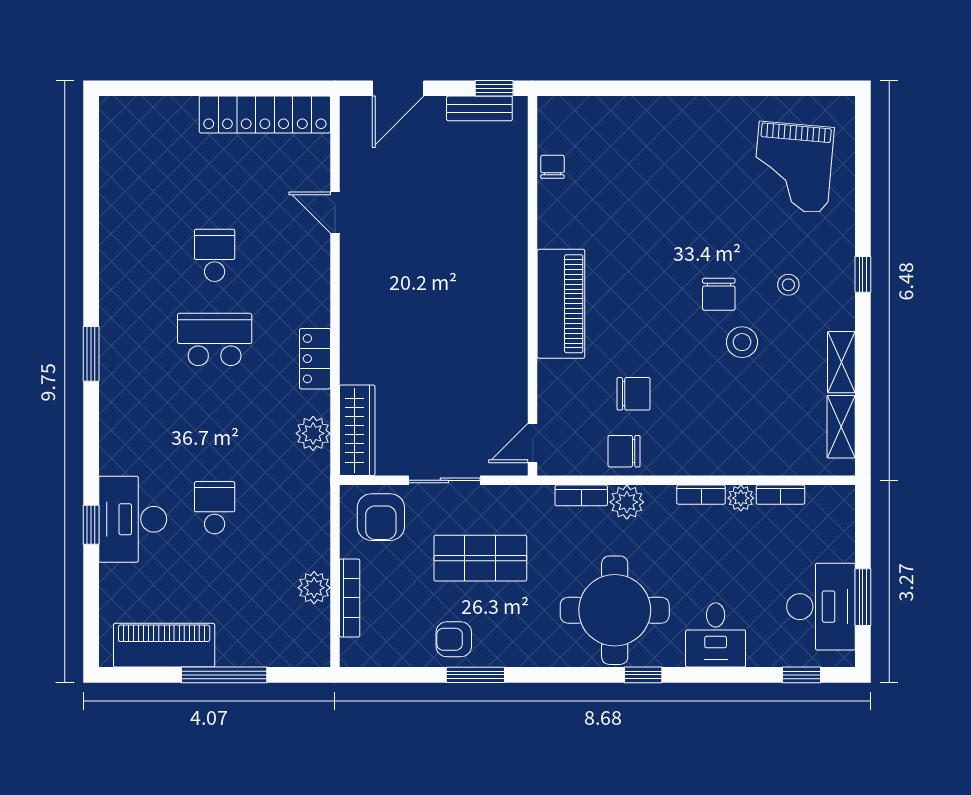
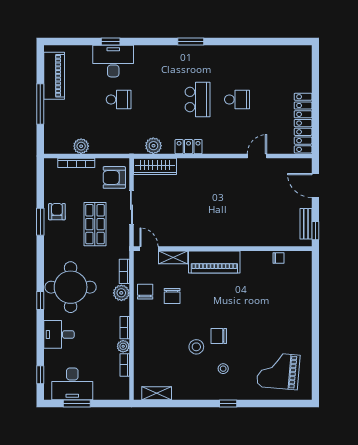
shelving: (841, 362) -> (173, 257), moved

